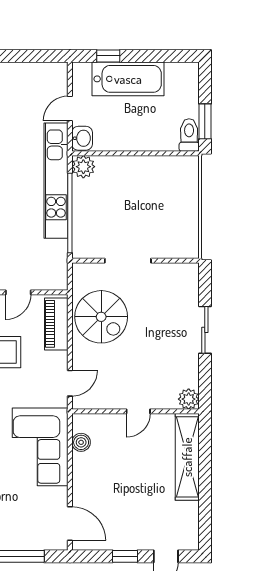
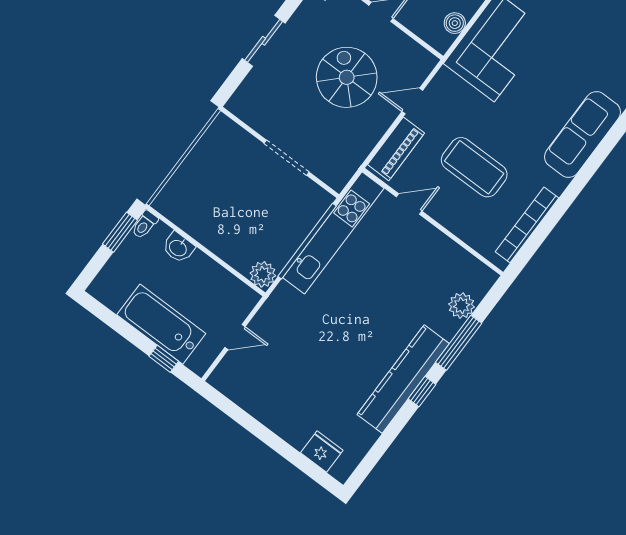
toilet: (189, 135) -> (145, 225), width x0.73, depth x0.72
washbasin: (82, 138) -> (178, 248), moved, turned -90
kitchen unit: (56, 181) -> (333, 233), moved
spiral stairs: (101, 317) -> (347, 77), moved
door: (70, 383) -> (412, 101), moved

